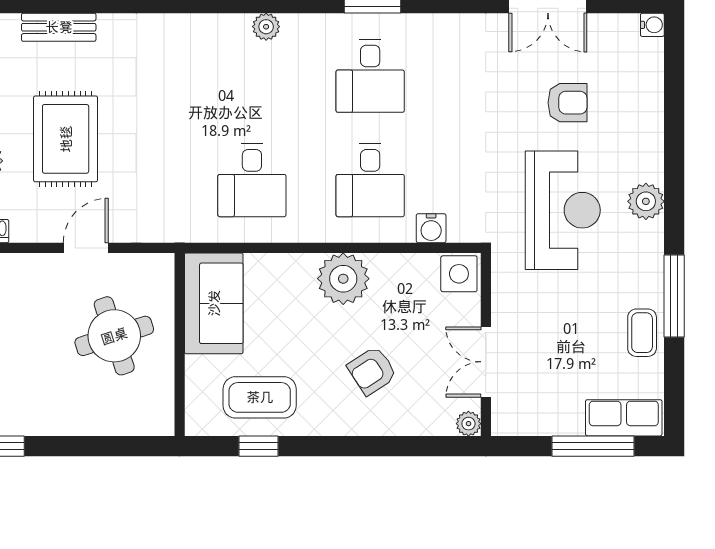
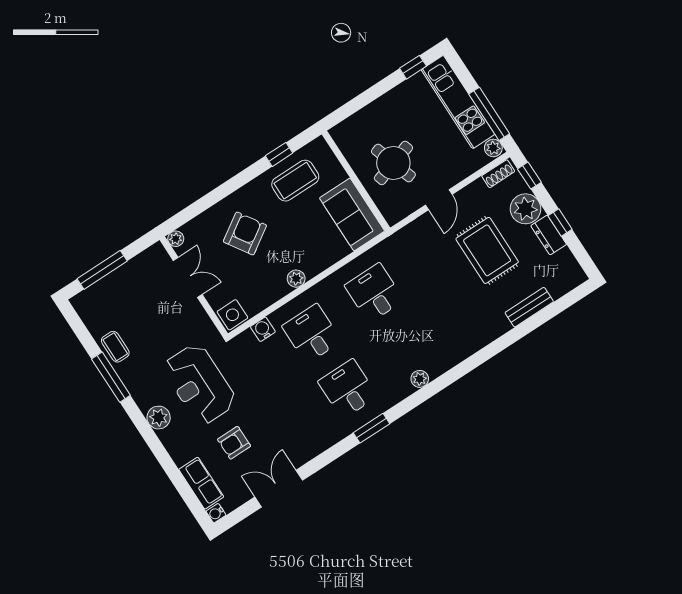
plant: (343, 279) -> (296, 279), width x0.53, depth x0.53
armchair: (372, 371) -> (245, 233), width x1.38, depth x1.38
row of seats: (624, 418) -> (201, 483), moved, turned -90

